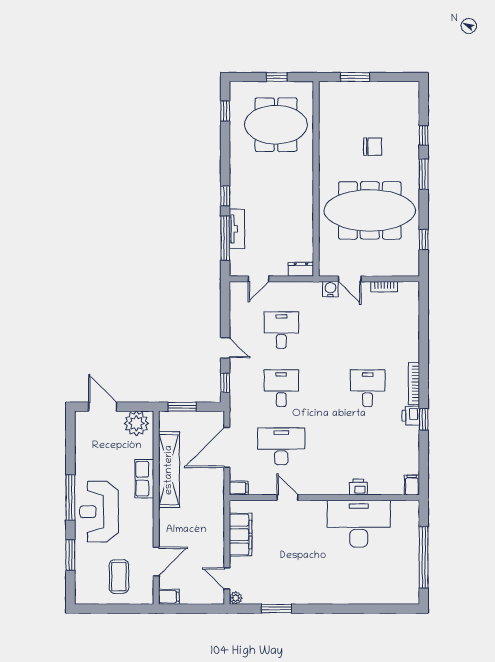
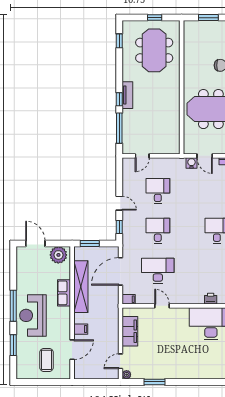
meeting table: (276, 125) -> (154, 50), turned 90
tv unit: (237, 229) -> (127, 95), moved
dresser: (301, 269) -> (171, 149), removed
door: (227, 578) -> (120, 361), hinge flipped
filing cabinet: (169, 597) -> (81, 329), moved

